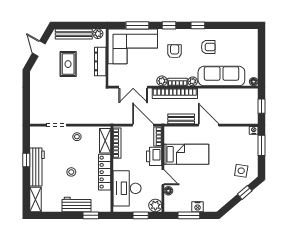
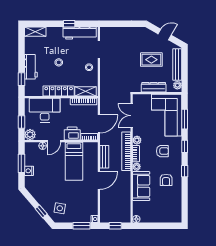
sofa: (221, 76) -> (141, 186), width x0.73
workbench: (37, 167) -> (80, 33), moved

